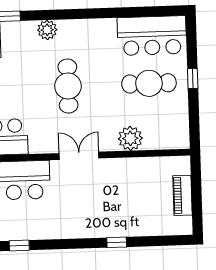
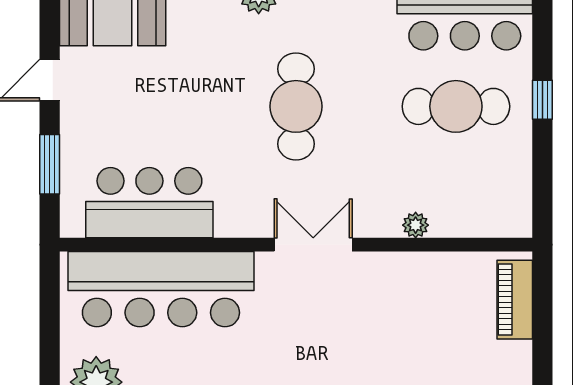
plant: (130, 138) -> (416, 225), width x0.53, depth x0.53
piano: (182, 195) -> (515, 300), moved

